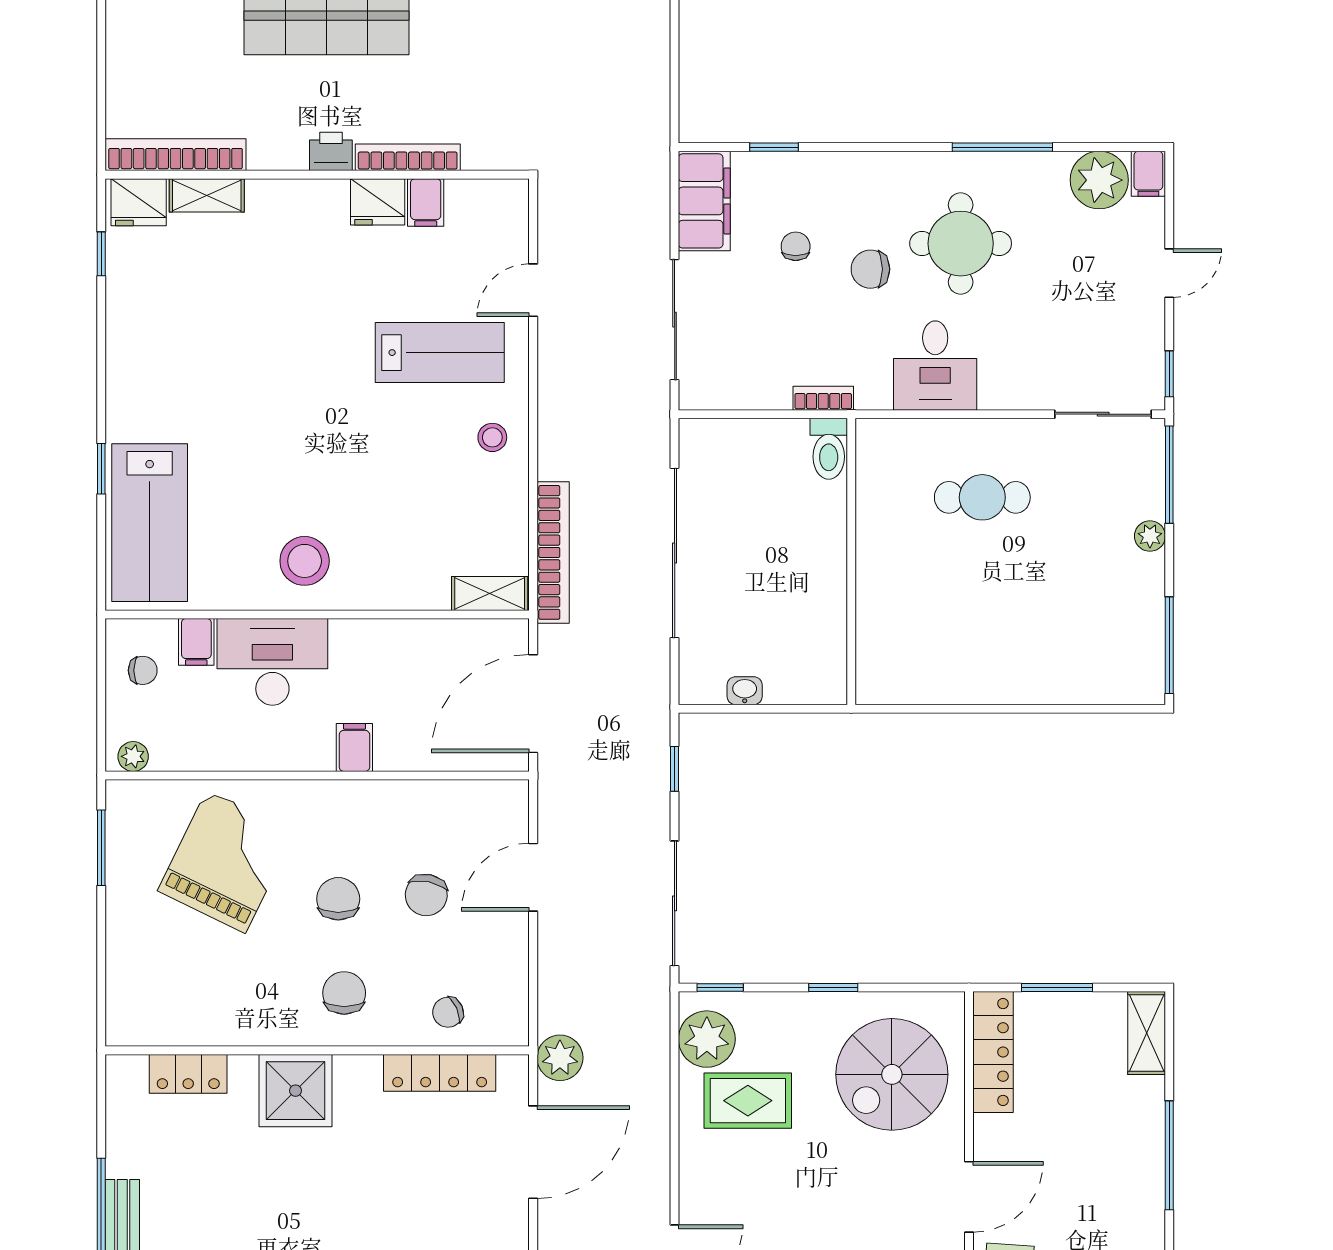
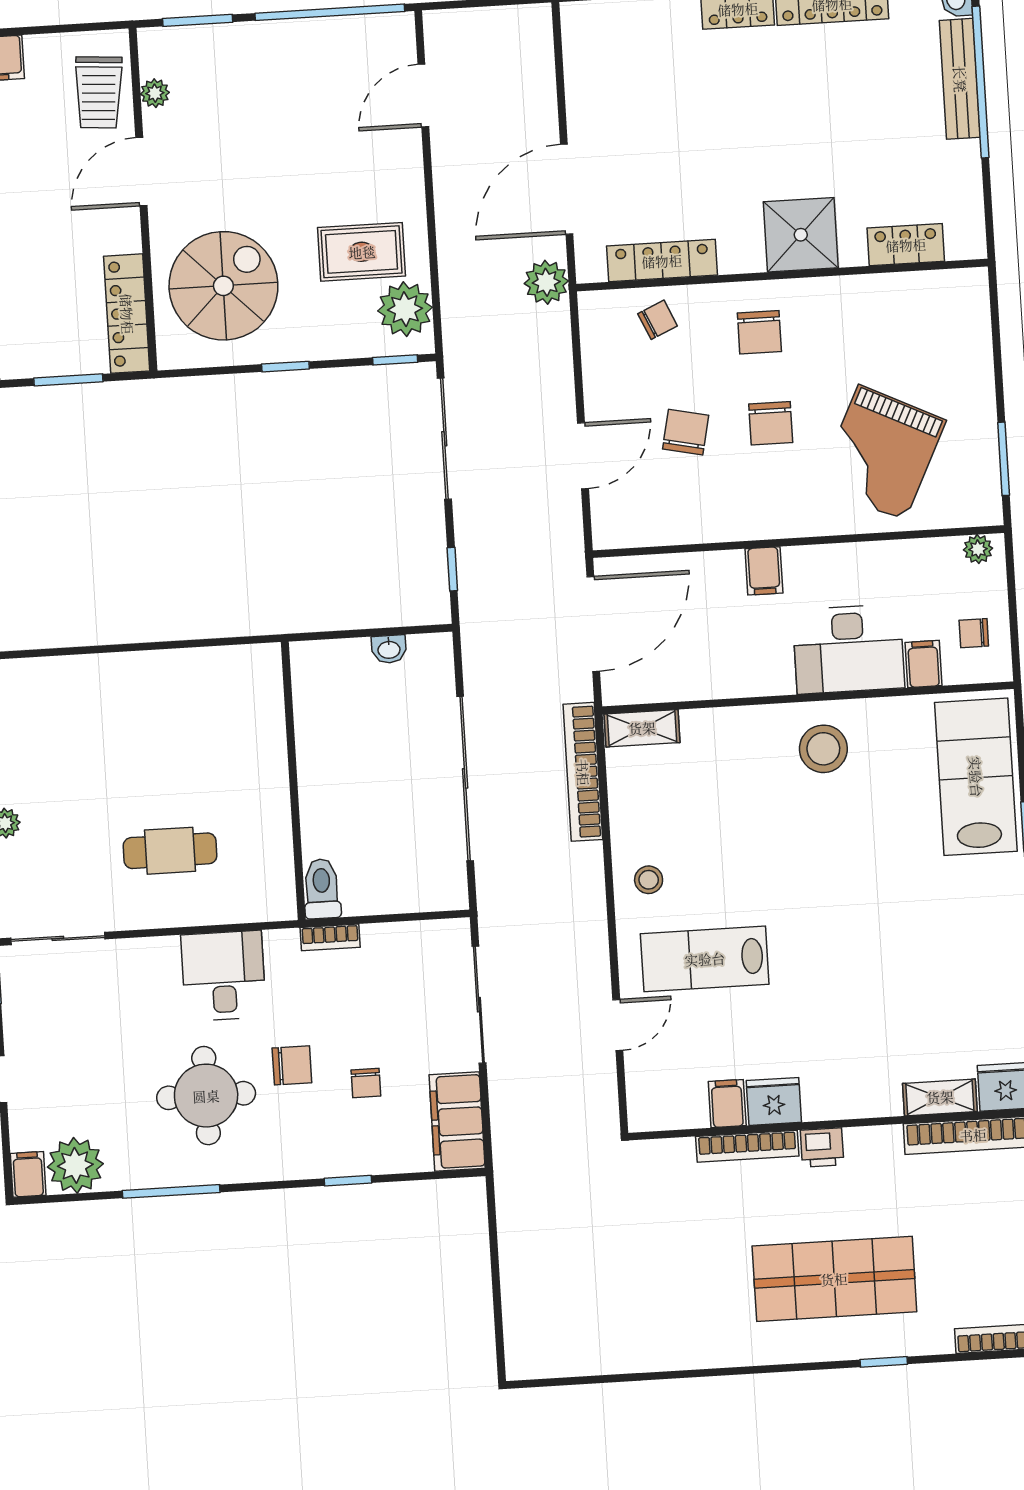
window: (774, 147) -> (348, 1181), moved

